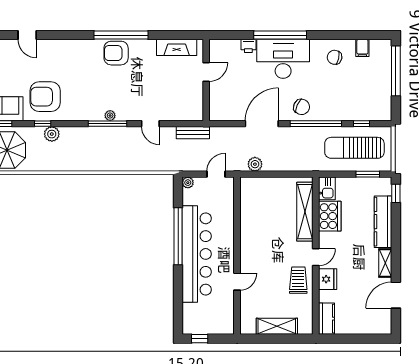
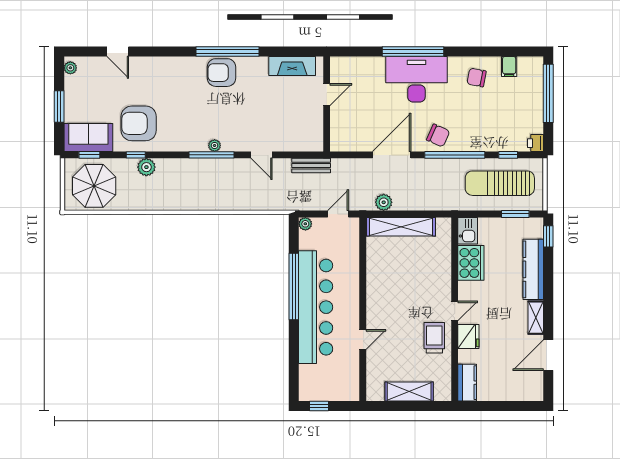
printer: (248, 46) -> (536, 143), moved, turned 90
shelving: (305, 212) -> (401, 227), moved, turned 90

